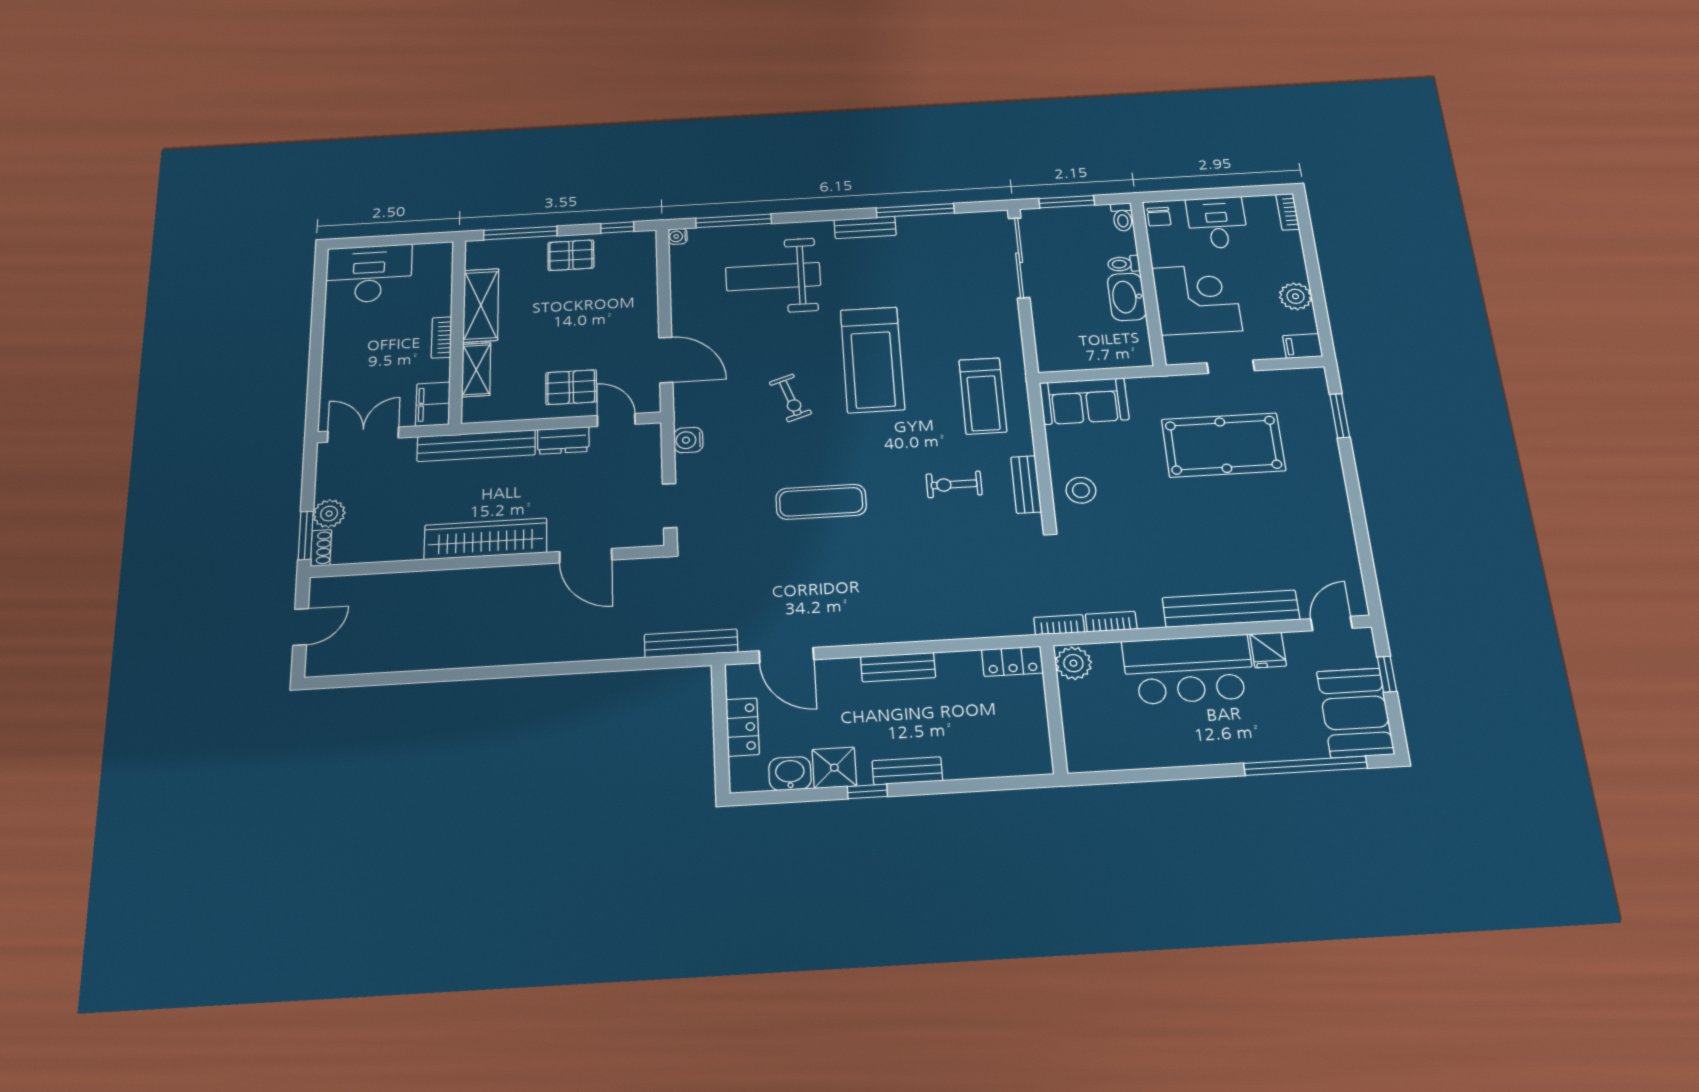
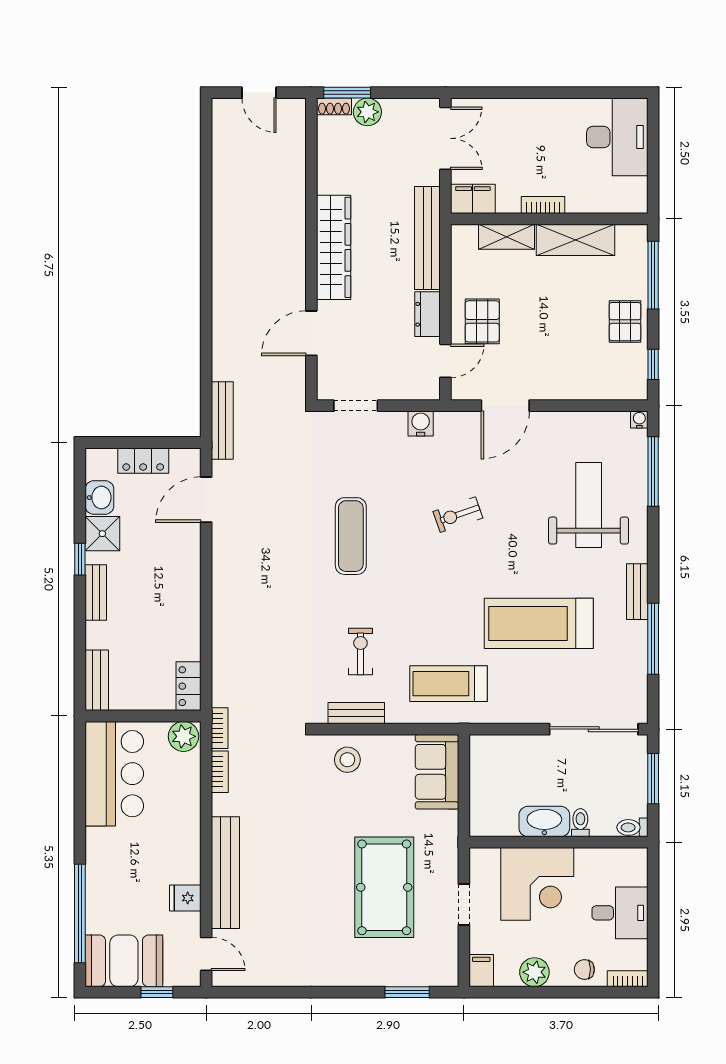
chair: (1159, 217) -> (584, 969), moved
treadmill: (872, 360) -> (539, 623), moved
bench: (898, 667) -> (97, 680), moved
bar counter: (1189, 669) -> (114, 774), moved, turned 180

